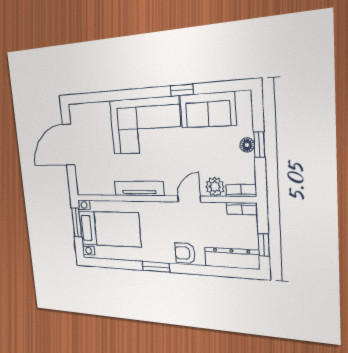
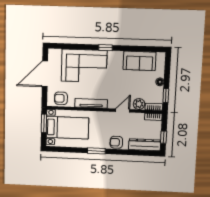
window: (182, 90) -> (105, 48), moved
corner sofa: (145, 126) -> (84, 66), moved
window: (259, 145) -> (166, 95), moved
armchair: (95, 182) -> (61, 98), added

